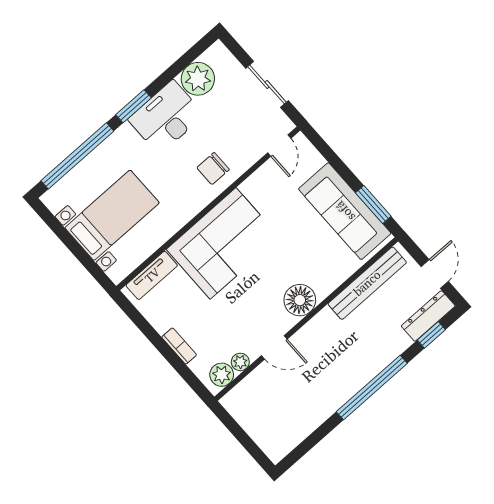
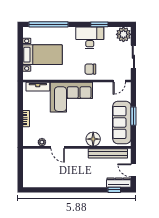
plant: (198, 79) -> (123, 34), moved
window: (133, 106) -> (99, 24), moved
window: (373, 204) -> (133, 116), moved
door: (435, 274) -> (133, 170), swing flipped
floor lamp: (300, 300) -> (93, 139), moved
plant: (222, 375) -> (32, 141), removed
window: (372, 388) -> (79, 190), removed

